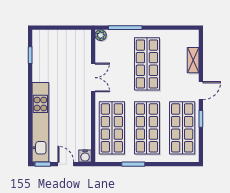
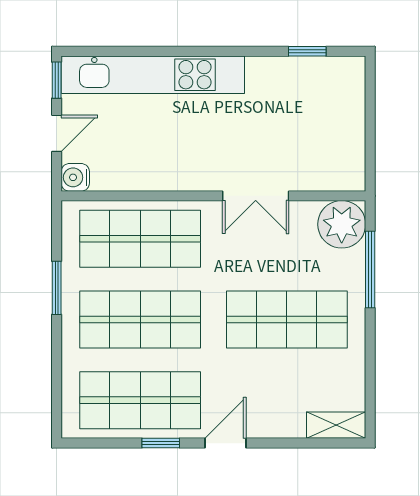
plant: (101, 35) -> (342, 224), width x1.87, depth x1.87
shelving: (193, 60) -> (336, 425), moved
door: (201, 91) -> (225, 443), swing flipped

